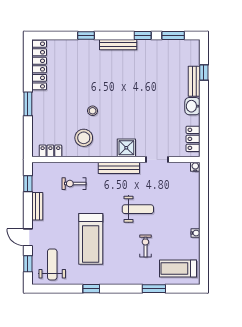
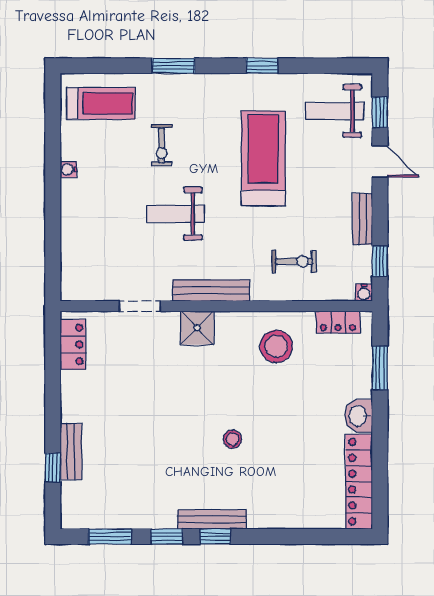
window: (86, 35) -> (215, 537), moved
window: (28, 104) -> (380, 368), moved
washbasin: (192, 106) -> (359, 416), moved, turned 180
stool: (93, 111) -> (233, 439), moved
water cooler: (195, 167) -> (364, 293), moved
weight bench: (52, 264) -> (335, 111), turned 90
window: (154, 289) -> (173, 66), moved

